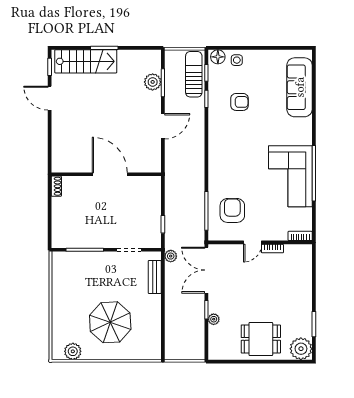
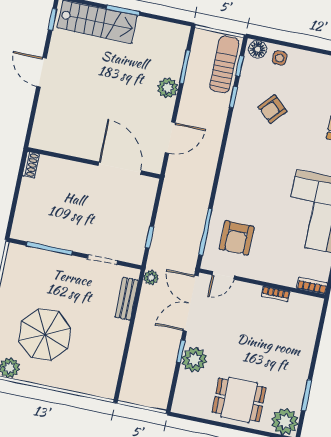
plant: (153, 82) -> (168, 88), moved
door: (50, 98) -> (41, 72), moved
armchair: (240, 102) -> (272, 109), turned 132
door: (163, 126) -> (170, 138), moved
door: (110, 174) -> (120, 168), moved
armchair: (232, 210) -> (237, 238), turned 180
door: (253, 242) -> (223, 275), moved
plant: (214, 319) -> (194, 360), width x1.88, depth x1.88
parasol: (110, 322) -> (45, 335), moved

